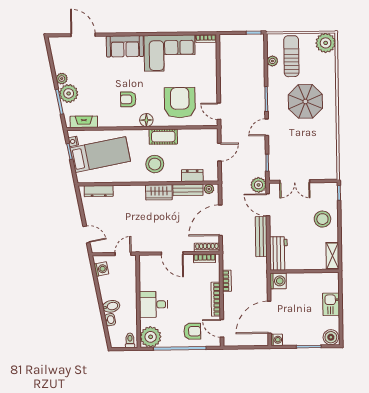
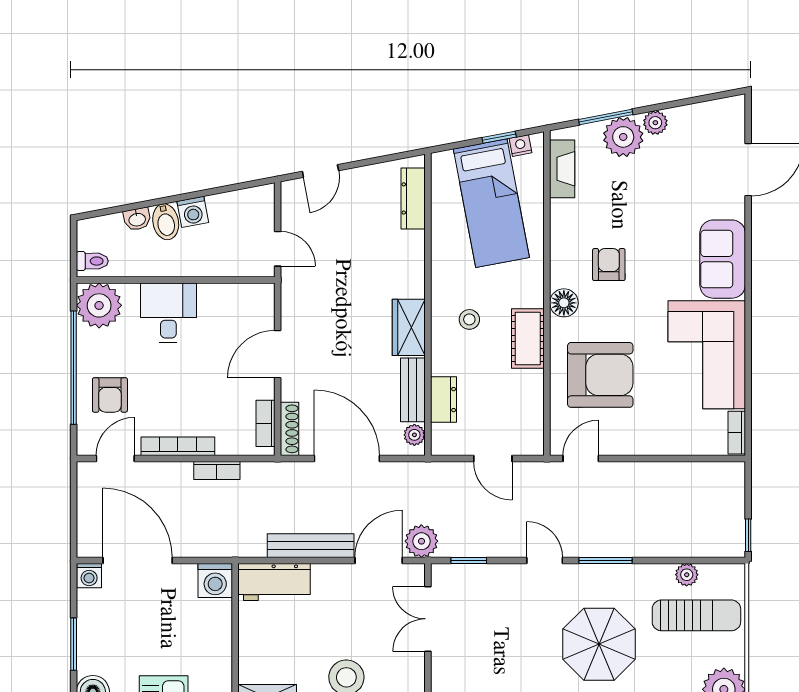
stool: (155, 164) -> (469, 319), width x0.53, depth x0.53
washing machine: (101, 269) -> (193, 212), moved

